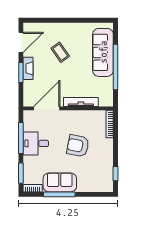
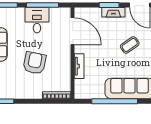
tv unit: (81, 102) -> (79, 66), width x0.71

